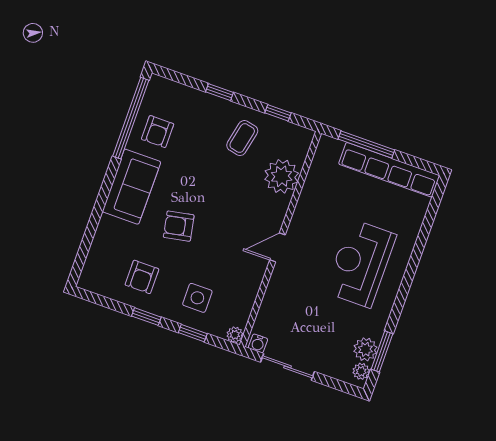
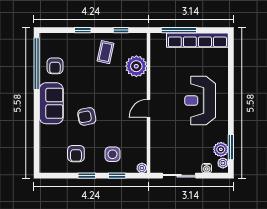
water cooler: (258, 343) -> (207, 168), moved

